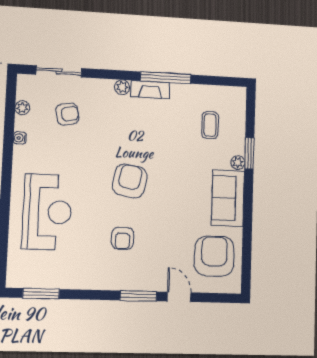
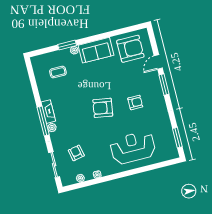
window: (166, 78) -> (43, 121), moved
armchair: (214, 256) -> (130, 49), turned 180

